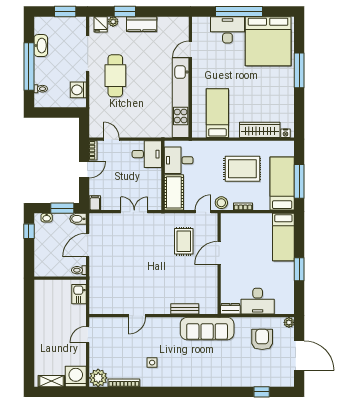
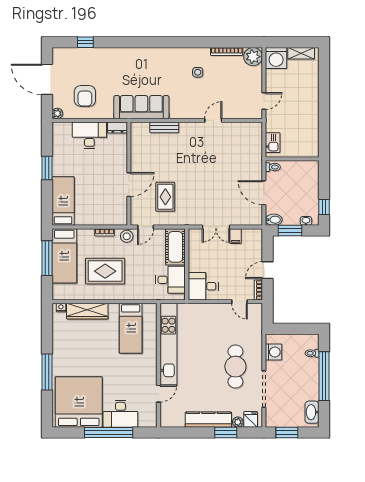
kitchen counter: (142, 24) -> (208, 420), width x1.50
washbasin: (41, 46) -> (312, 412), moved
filing cabinet: (95, 203) -> (236, 236), moved
door: (88, 245) -> (264, 193), swing flipped

